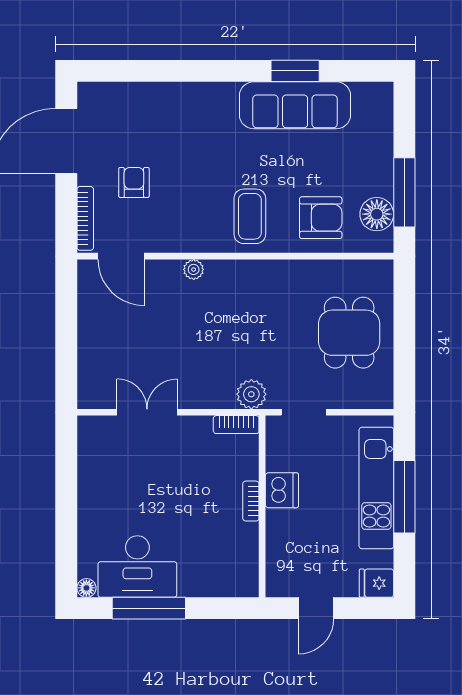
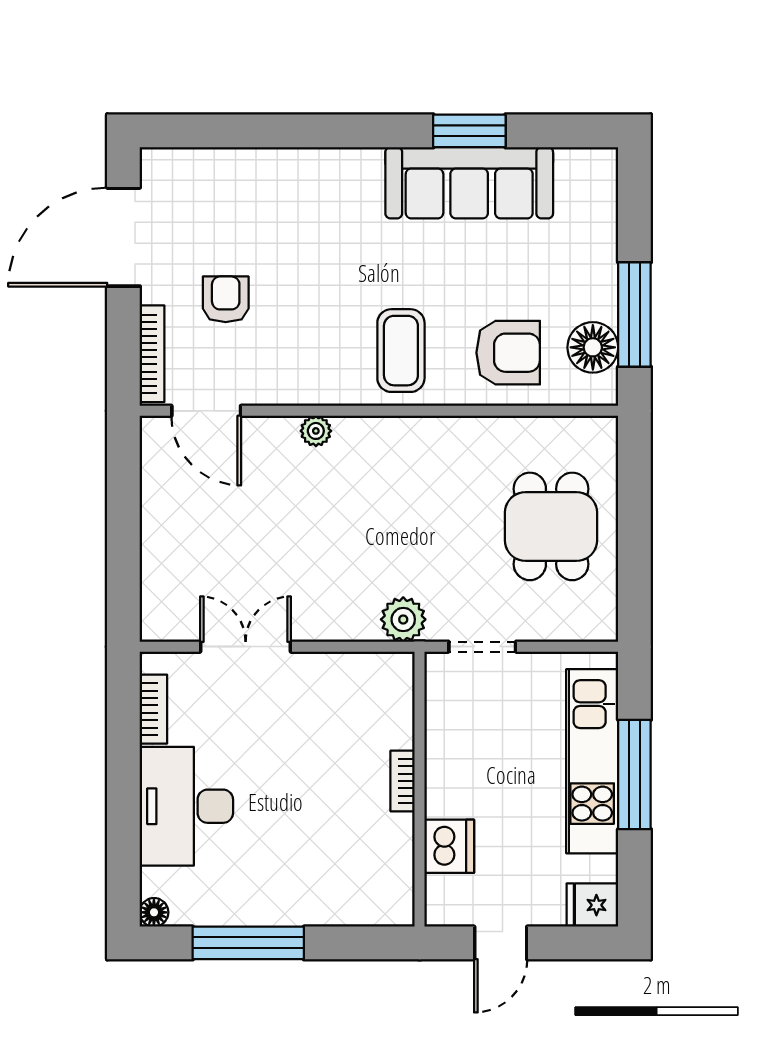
bookcase: (236, 425) -> (153, 709), moved, turned -90
dishwasher: (282, 490) -> (449, 846), moved
desk: (137, 567) -> (186, 806), moved, turned 90

